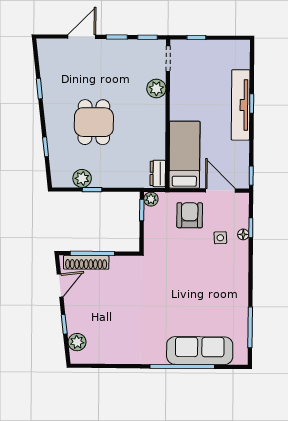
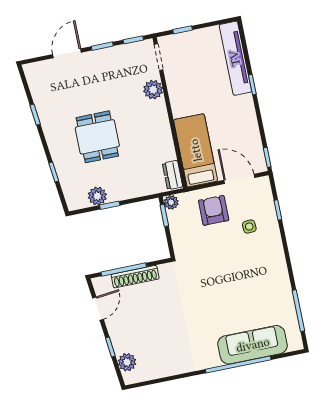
tv unit: (241, 105) -> (235, 58), moved
floor lamp: (243, 234) -> (272, 218), removed
shoe rack: (86, 262) -> (135, 277), moved

